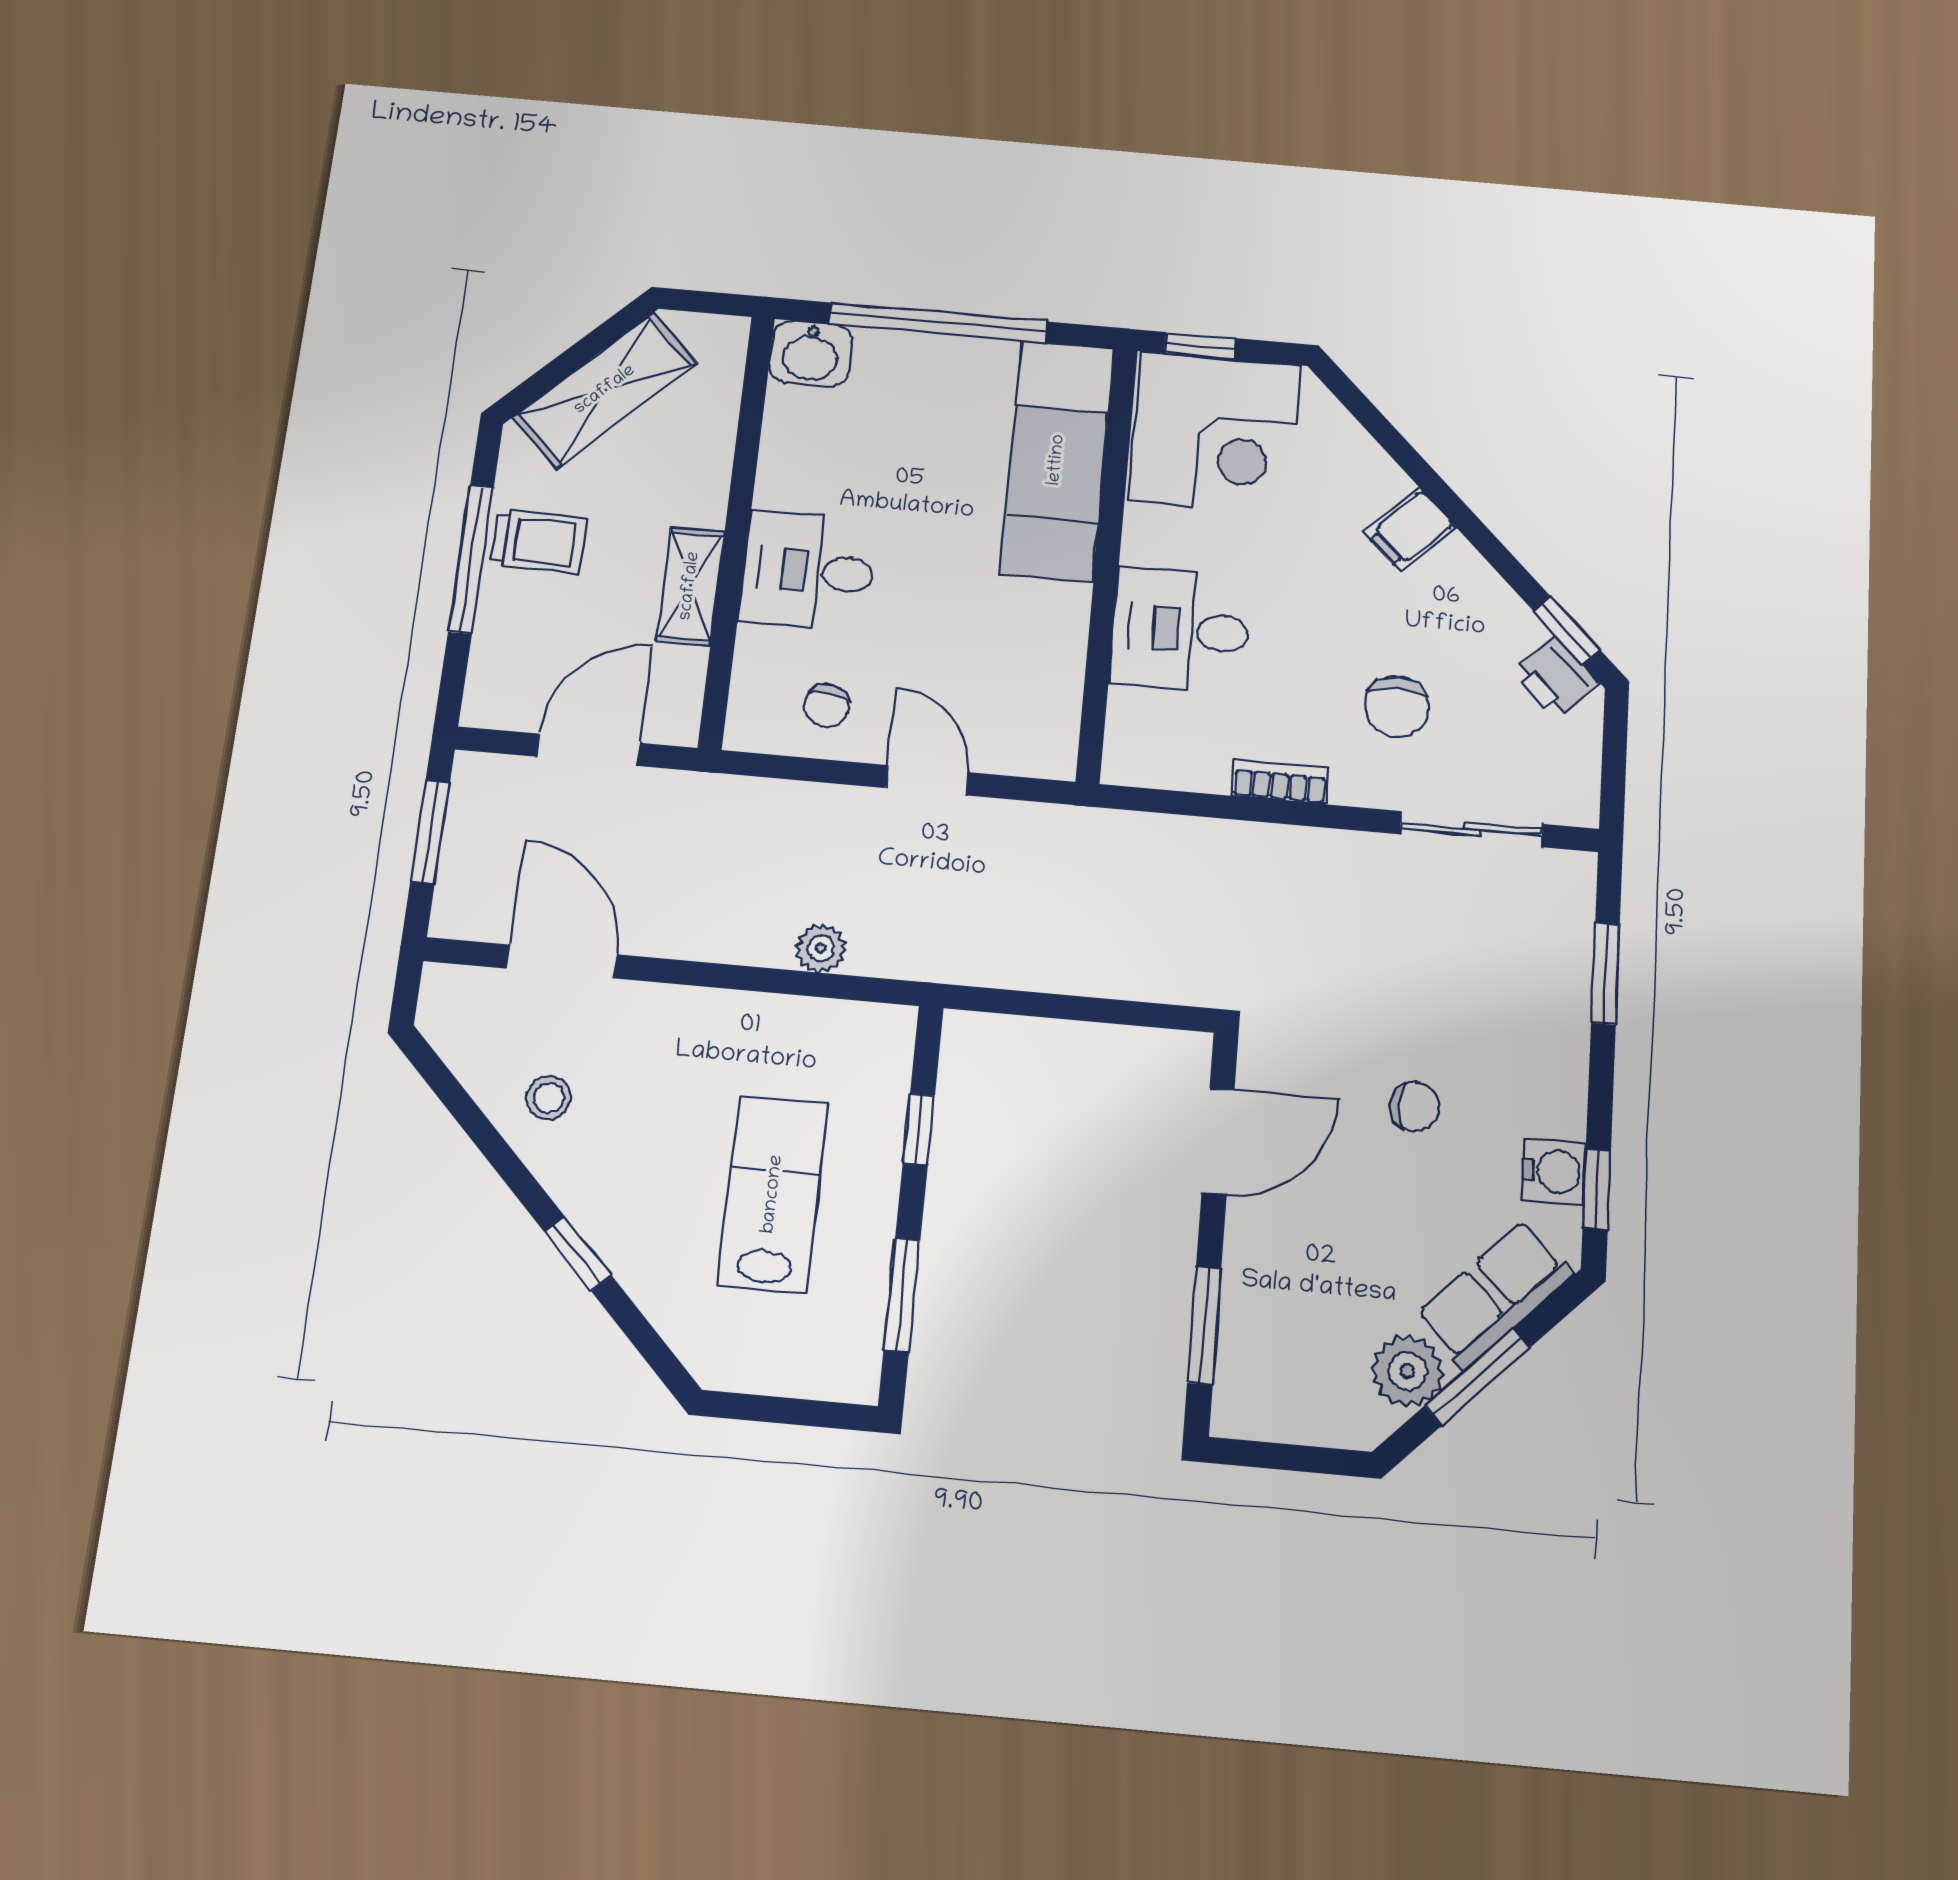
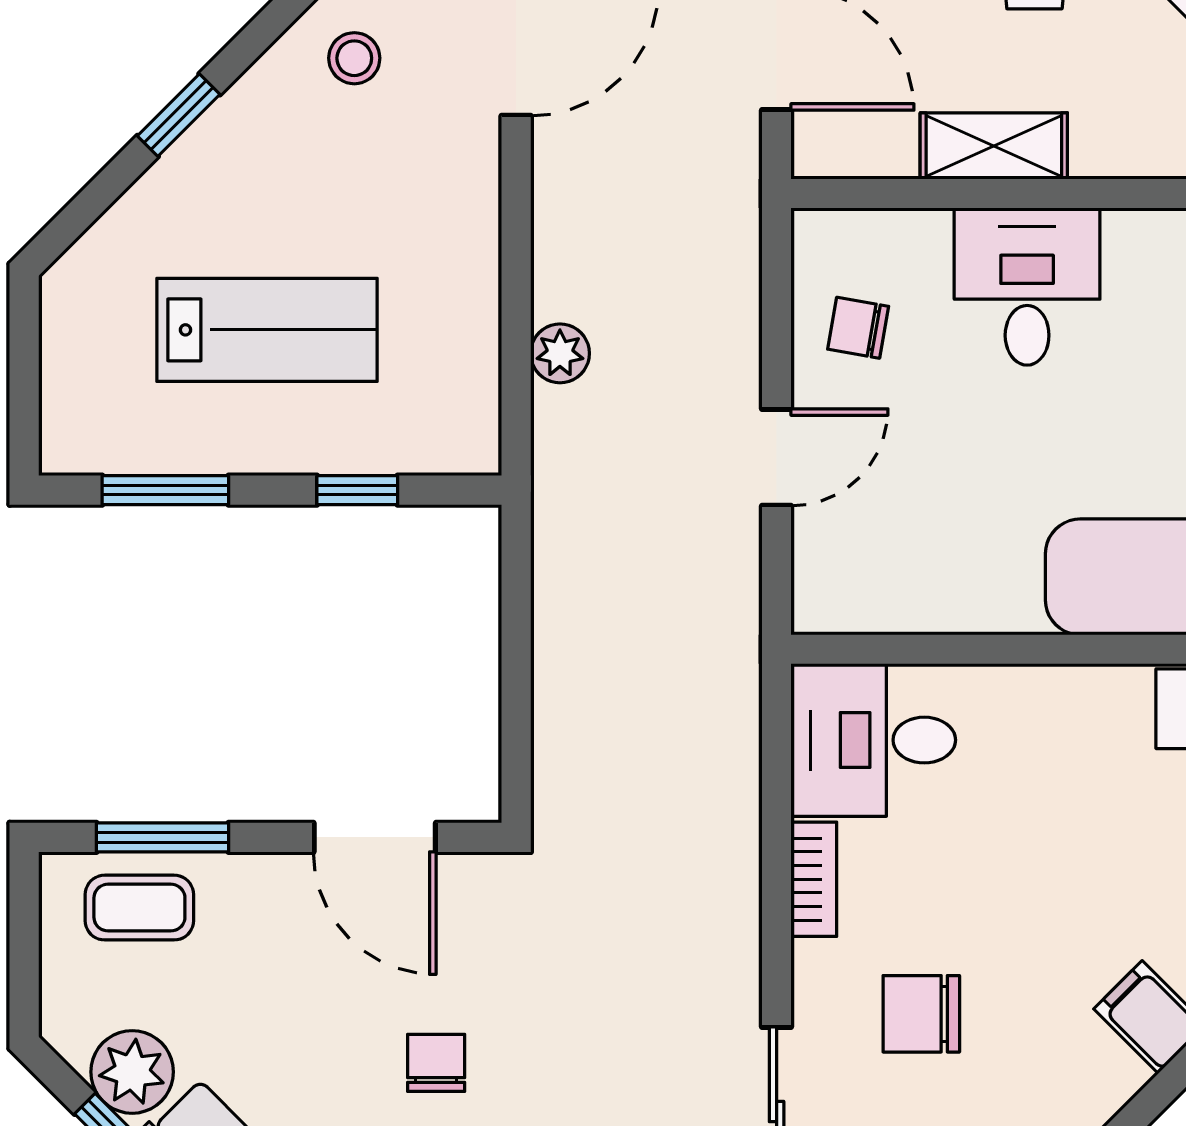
desk: (1181, 630) -> (873, 740), moved, turned -90
chair: (1415, 1107) -> (436, 1063), turned 180
coffee table: (1264, 1351) -> (139, 908), added

